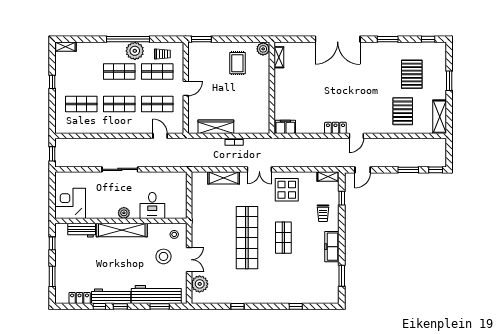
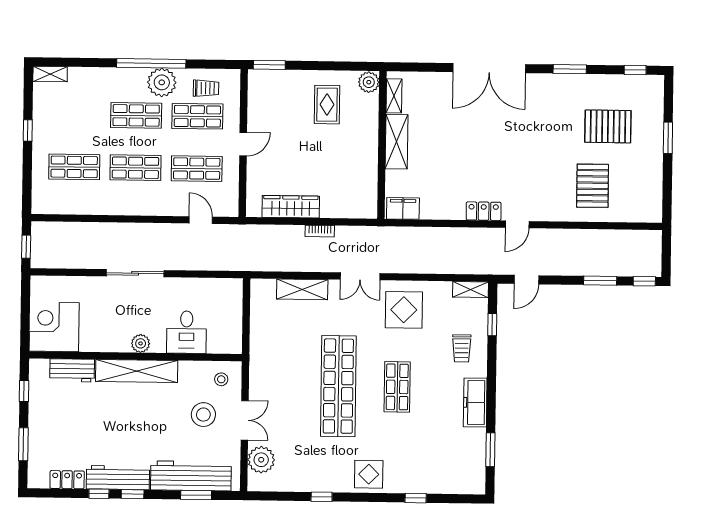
pallet: (412, 74) -> (608, 126), turned 90
shelving: (440, 117) -> (397, 142), moved
display table: (266, 292) -> (369, 474), added

